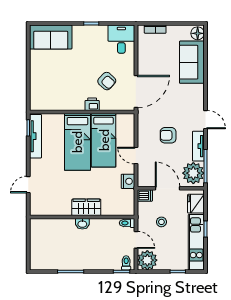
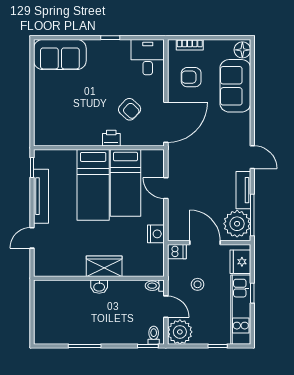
armchair: (168, 135) -> (191, 77), moved
tv unit: (36, 136) -> (41, 196), moved
door: (136, 156) -> (166, 188), moved

